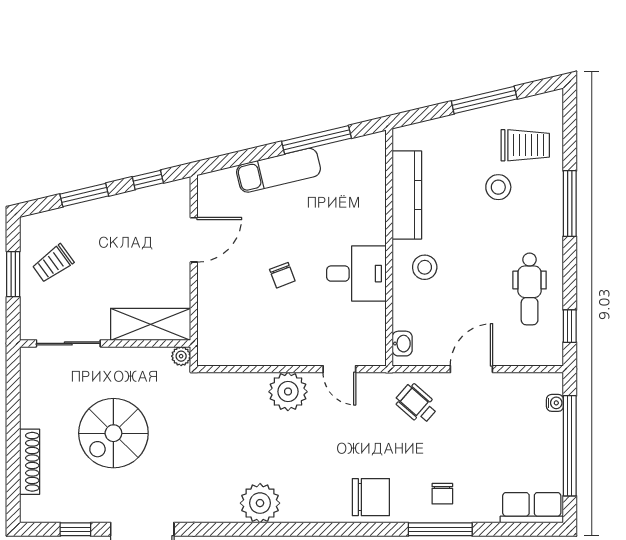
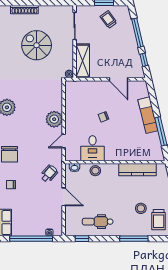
window: (84, 195) -> (138, 33), width x1.44
stool: (425, 267) -> (95, 171), moved
desk: (356, 274) -> (93, 148), moved

